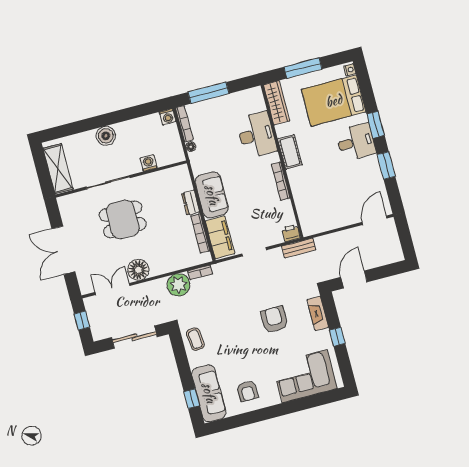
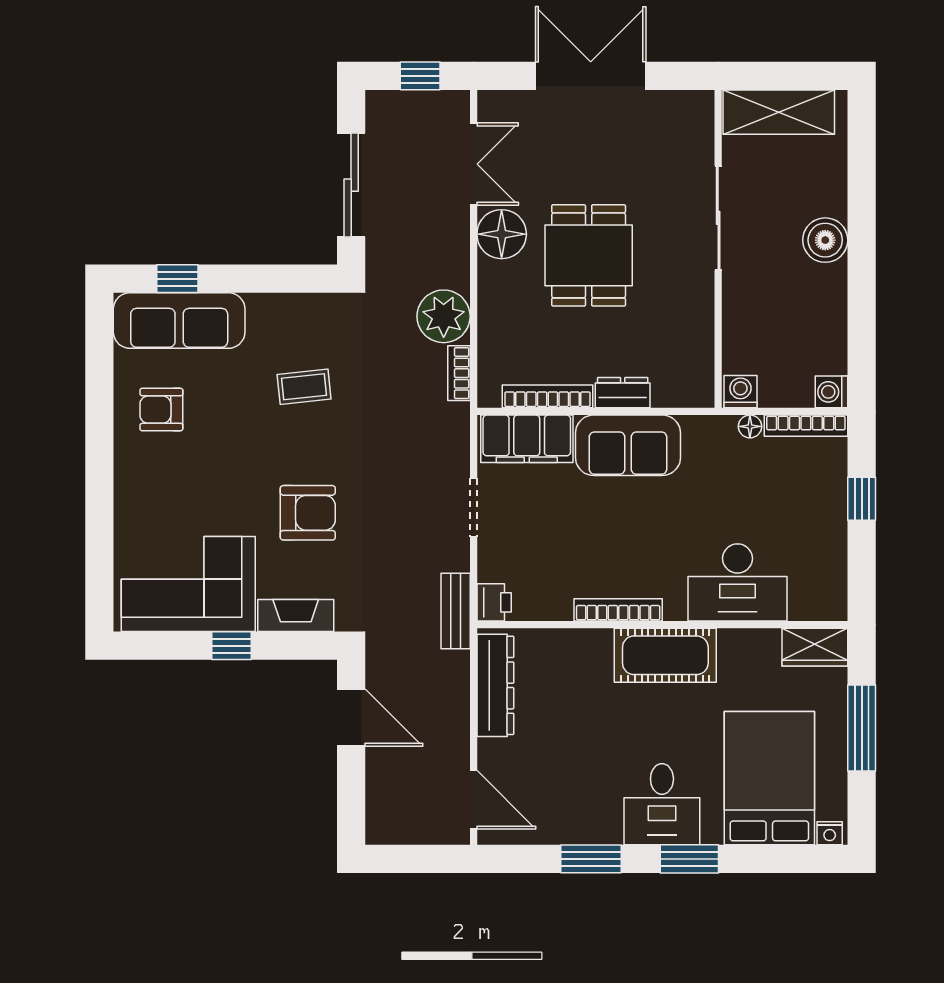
window: (209, 93) -> (862, 499), width x0.46
wardrobe: (276, 103) -> (815, 647), width x0.67
cot: (290, 152) -> (665, 655), width x1.37, depth x1.34
washing machine: (148, 163) -> (740, 392), moved, turned -90
dining table: (123, 219) -> (589, 255), moved
dresser: (325, 224) -> (495, 685), added
coffee table: (195, 339) -> (304, 387), moved
corner sofa: (305, 376) -> (188, 584), moved, turned -90

